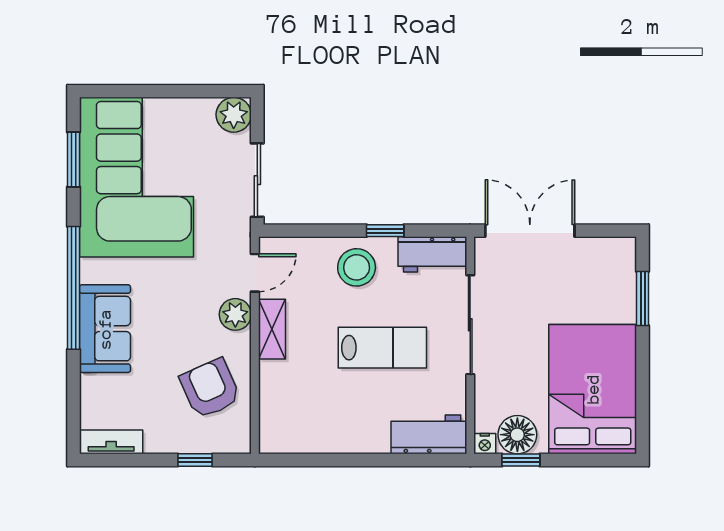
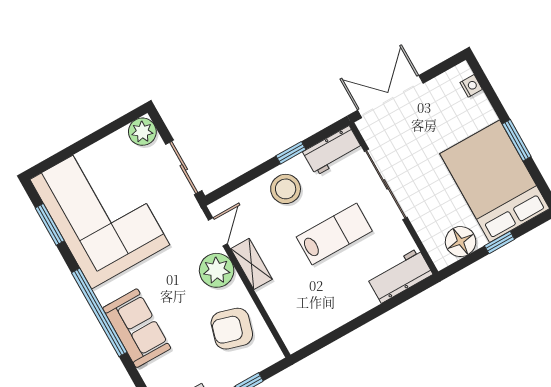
window: (643, 299) -> (517, 140), moved
plant: (235, 314) -> (217, 270), width x1.36, depth x1.36
armchair: (210, 388) -> (232, 329), turned -50
nightstand: (485, 444) -> (471, 86), moved, turned -90
window: (521, 460) -> (500, 242), moved

